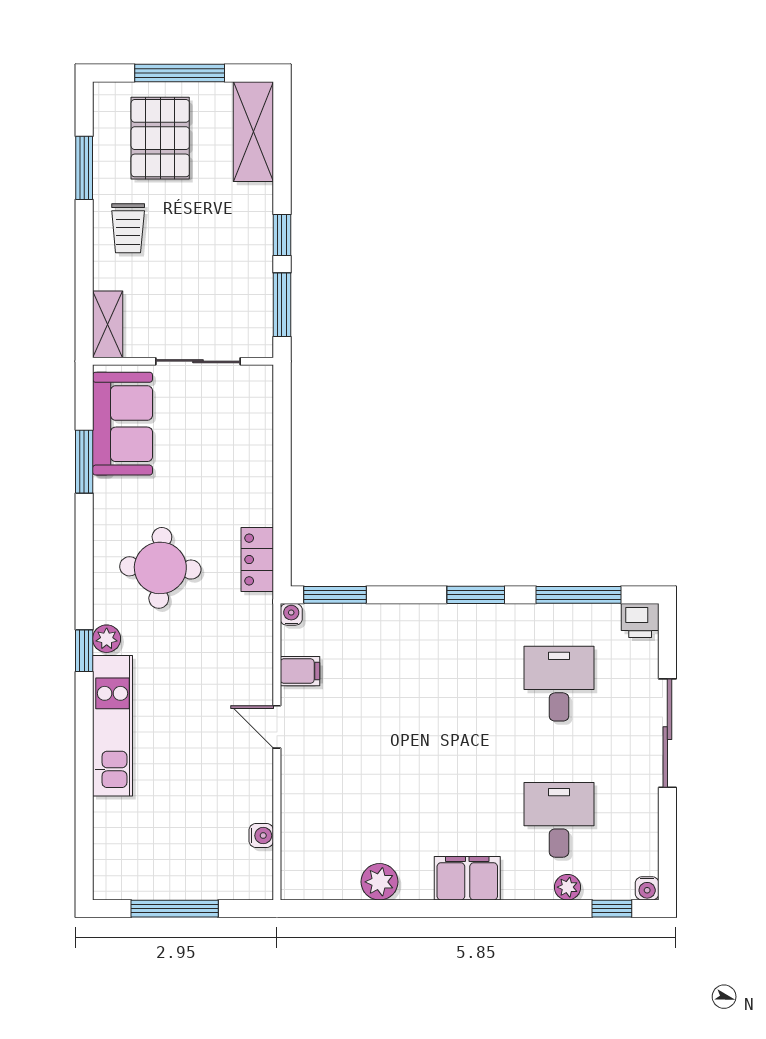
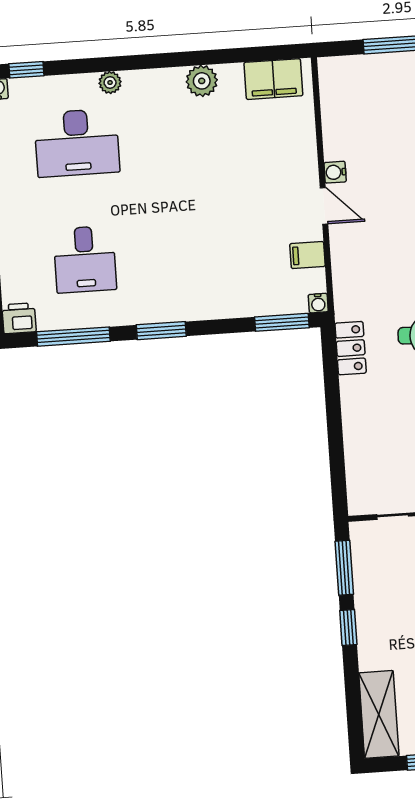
desk: (559, 820) -> (77, 143), width x1.37
water cooler: (261, 836) -> (335, 172), moved
filing cabinet: (467, 878) -> (273, 79), moved
plant: (379, 882) -> (202, 81), moved
plant: (568, 887) -> (110, 83), moved

